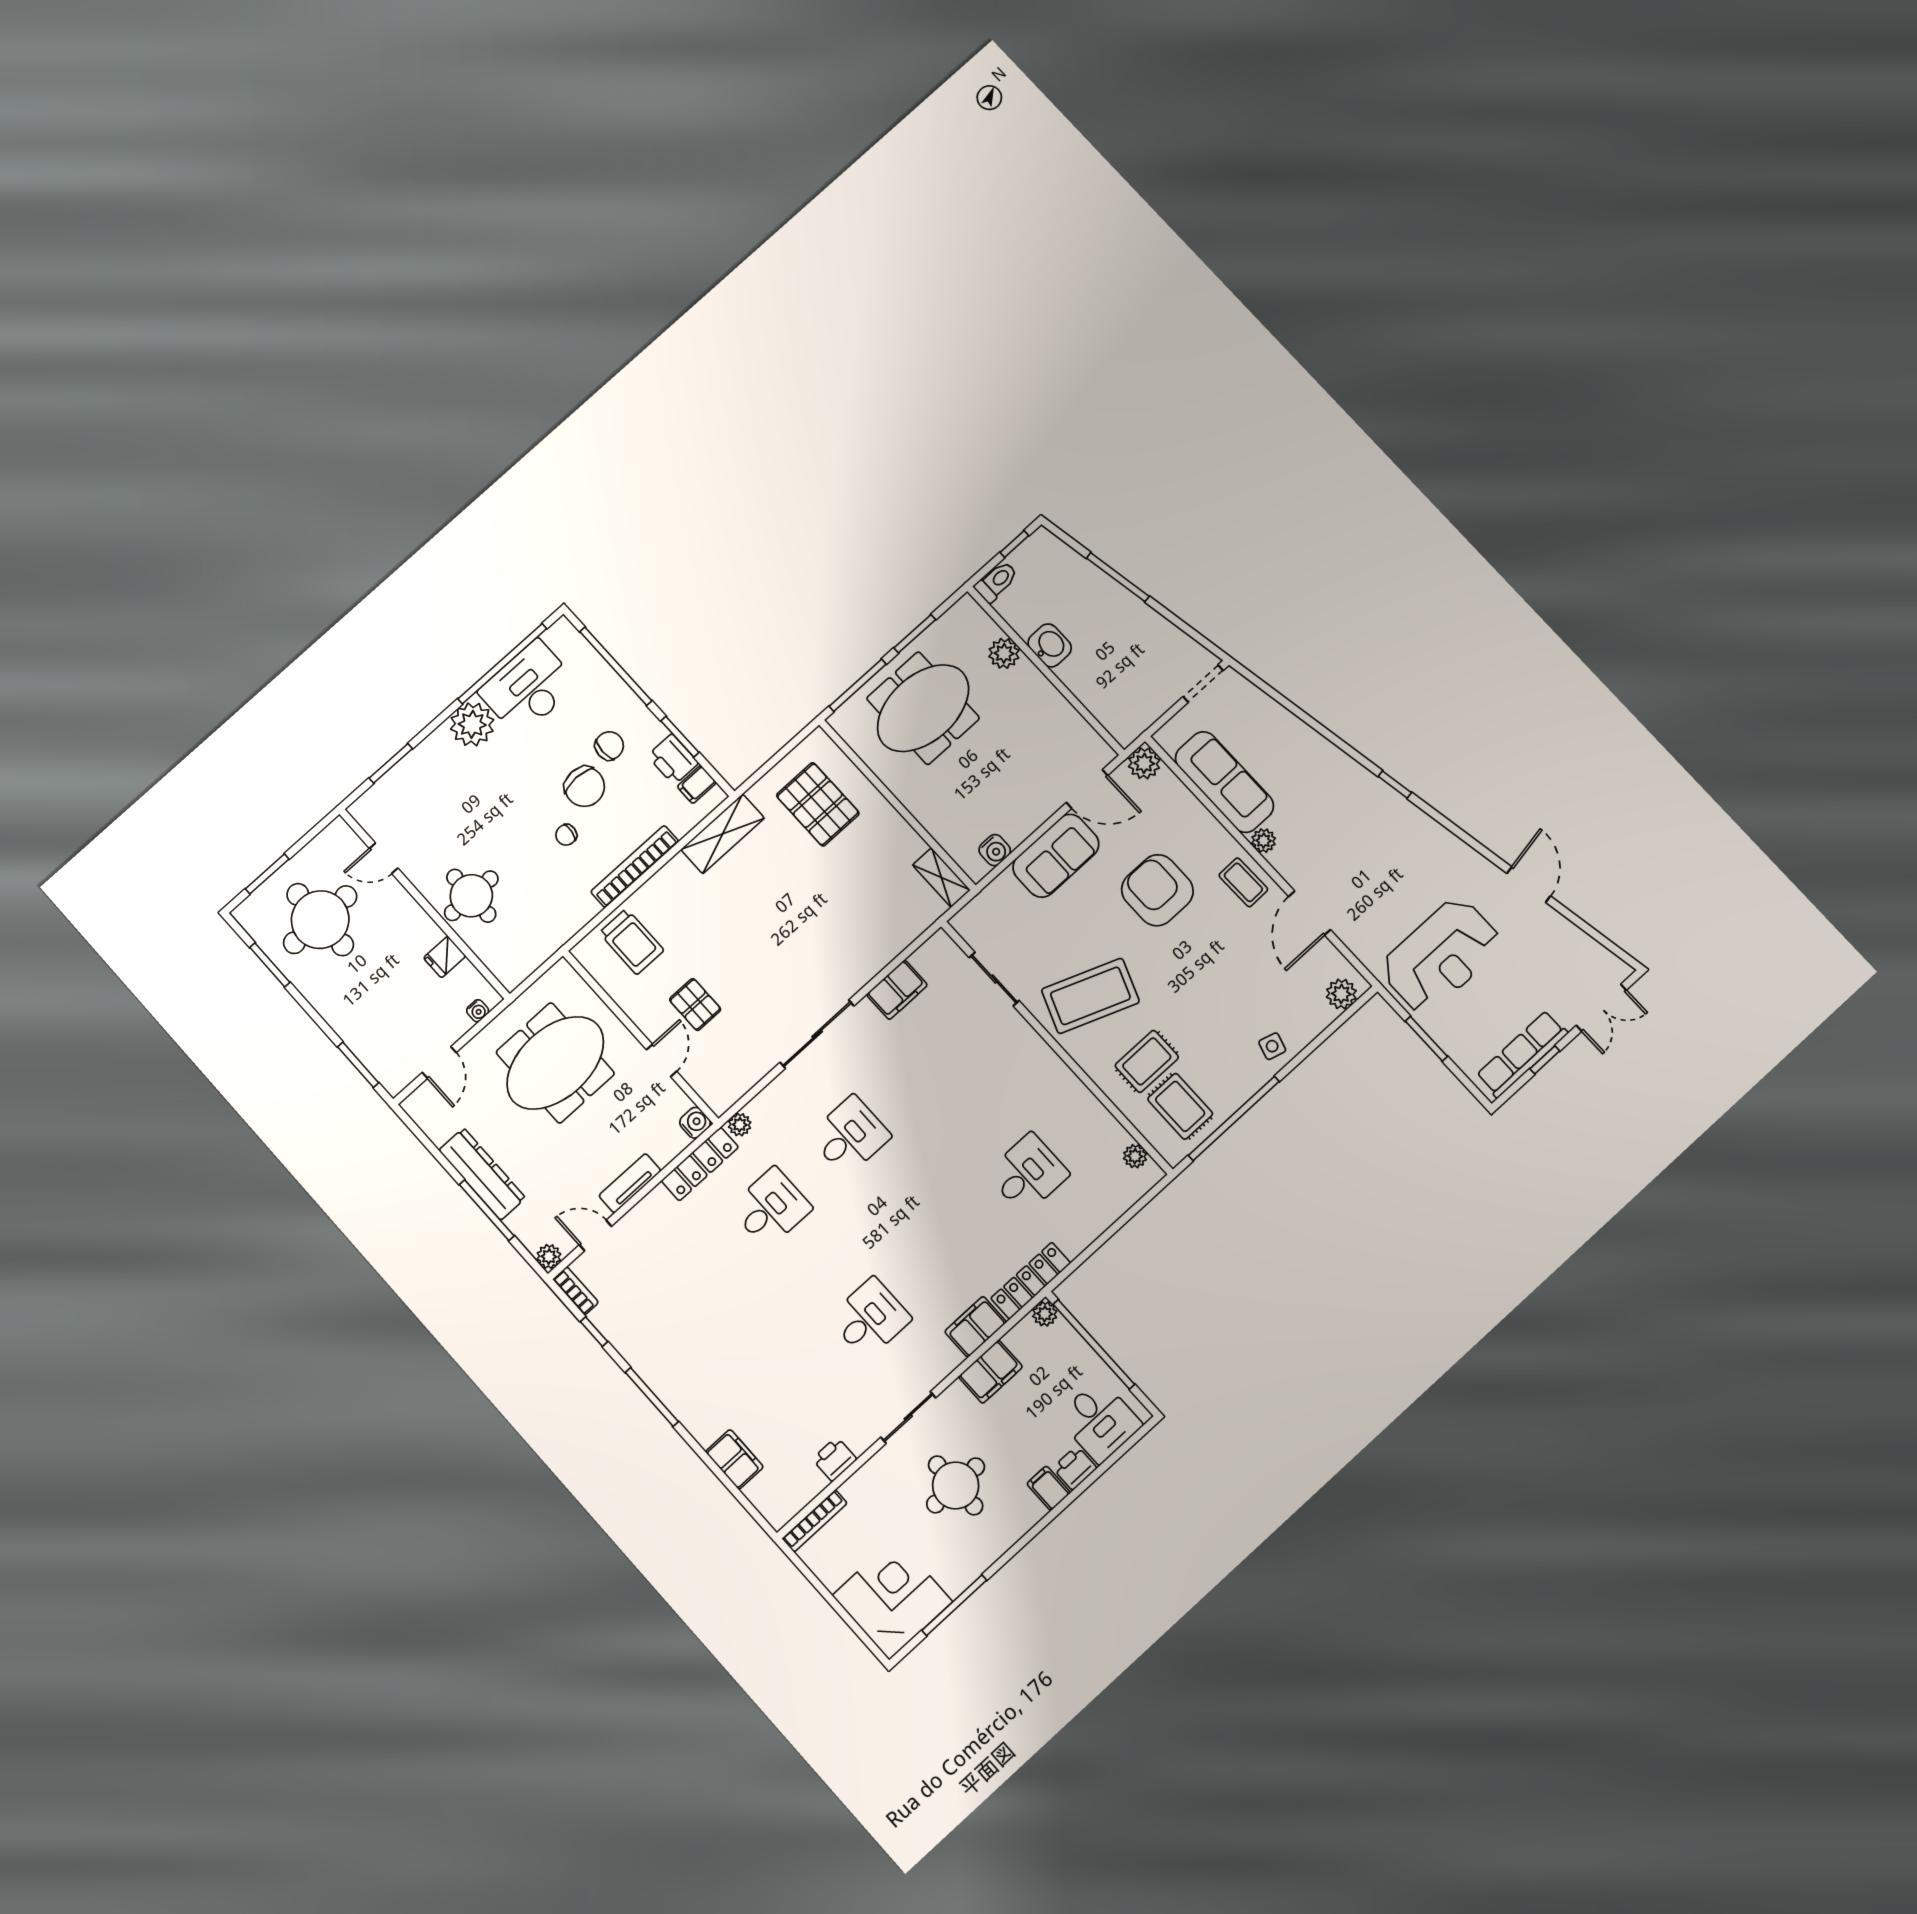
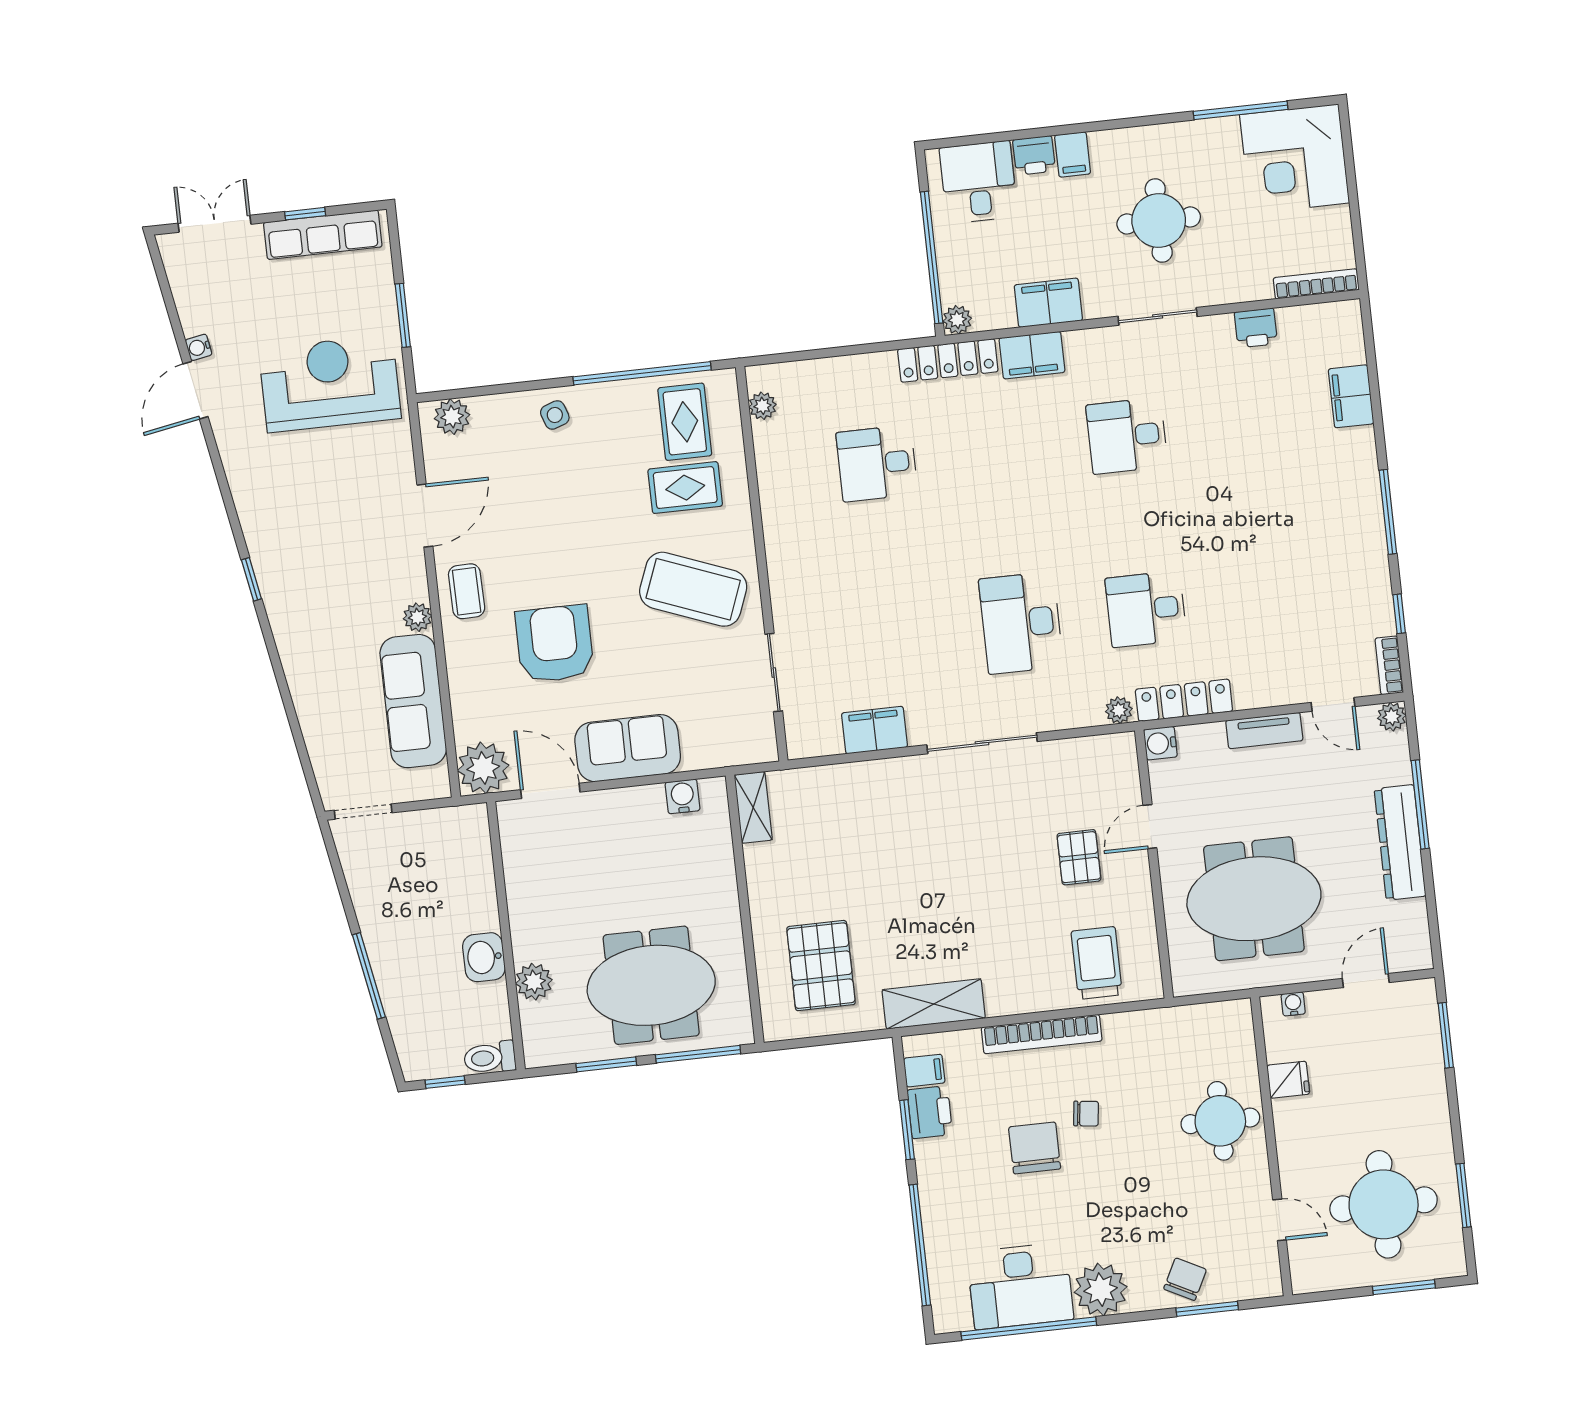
chair: (609, 746) -> (1185, 1279), moved, turned 117
plant: (1144, 763) -> (483, 768), width x1.36, depth x1.36
armchair: (1157, 890) -> (555, 644), turned 180
water cooler: (1549, 915) -> (199, 347), added
side table: (1272, 1046) -> (555, 415), turned -35
desk: (850, 1136) -> (1021, 623), width x1.37

